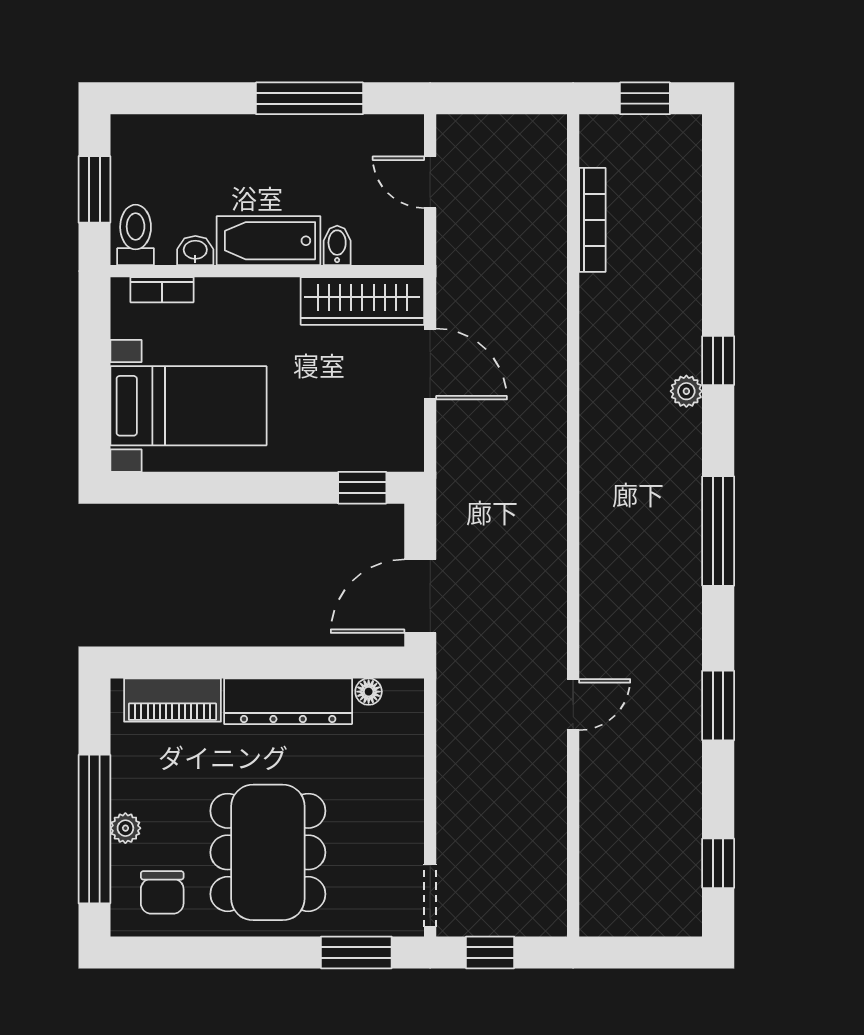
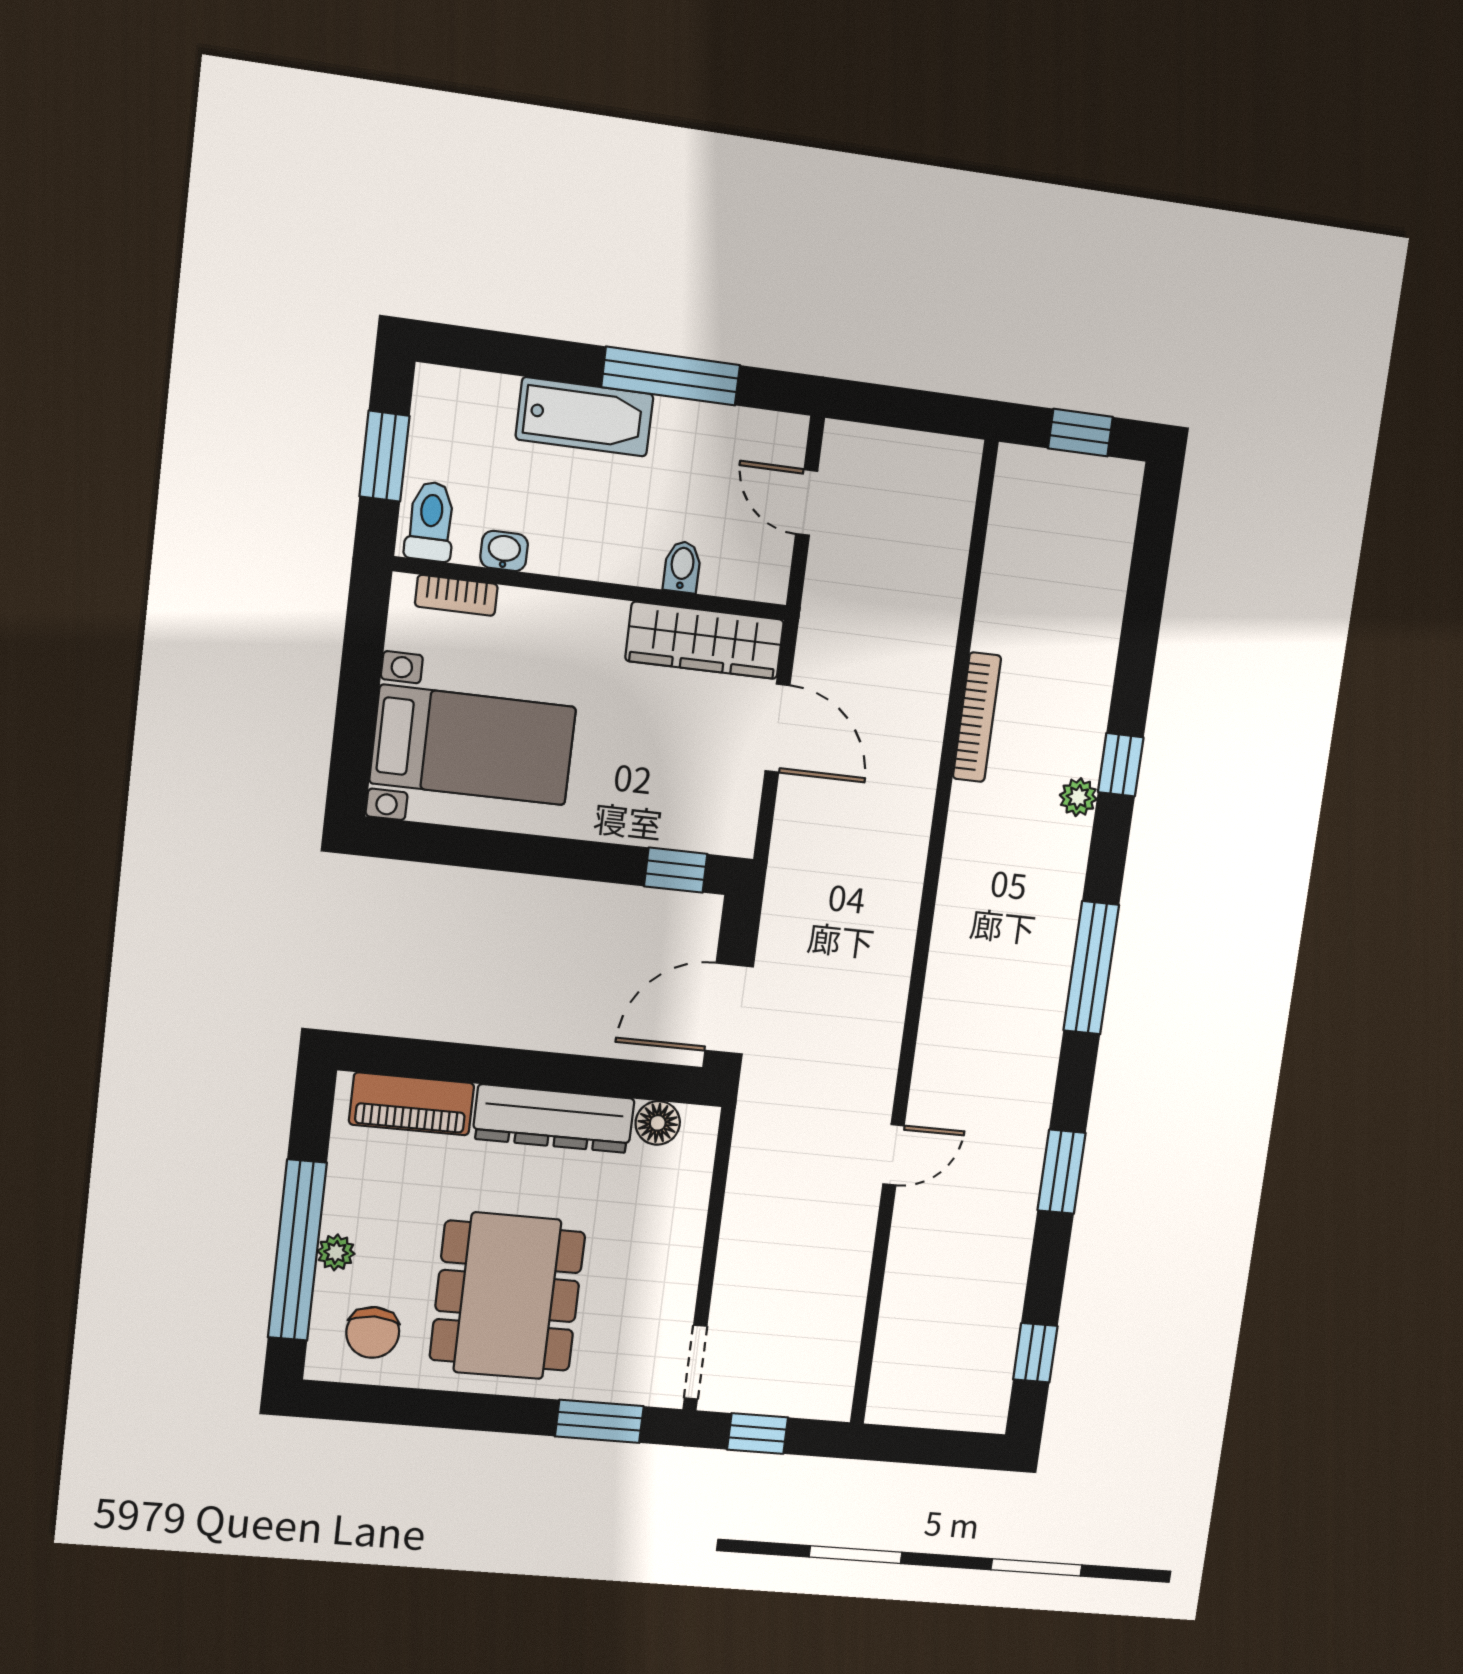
bookcase: (592, 220) -> (977, 717), moved
bathtub: (268, 241) -> (585, 417), moved, turned 180
floor lamp: (369, 692) -> (658, 1123), width x1.37, depth x1.37

